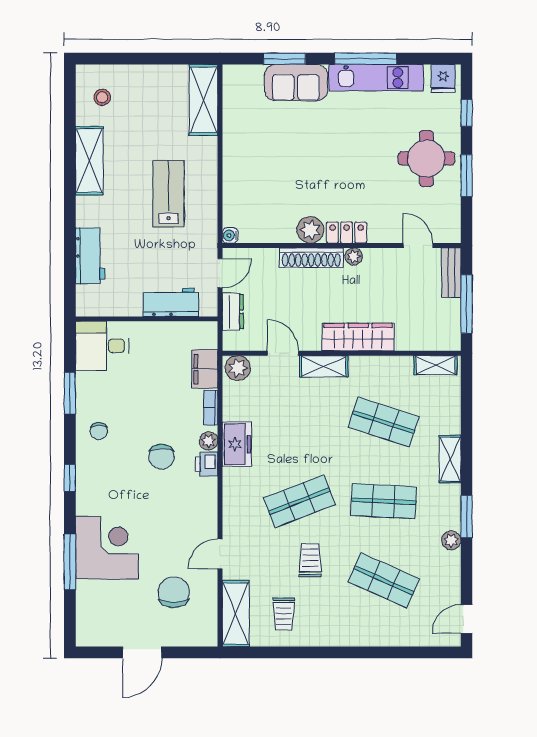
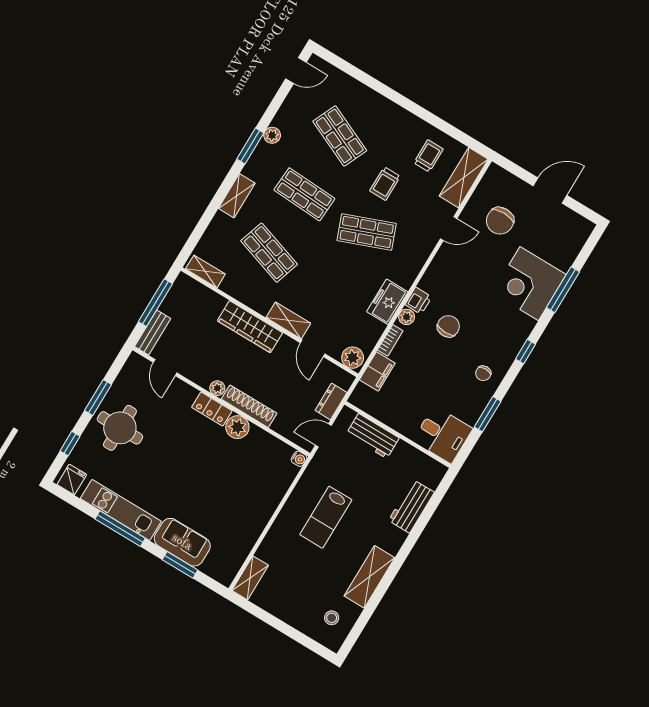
shelving: (204, 100) -> (250, 578), width x0.67, depth x0.75
chair: (99, 431) -> (483, 373), turned 180

